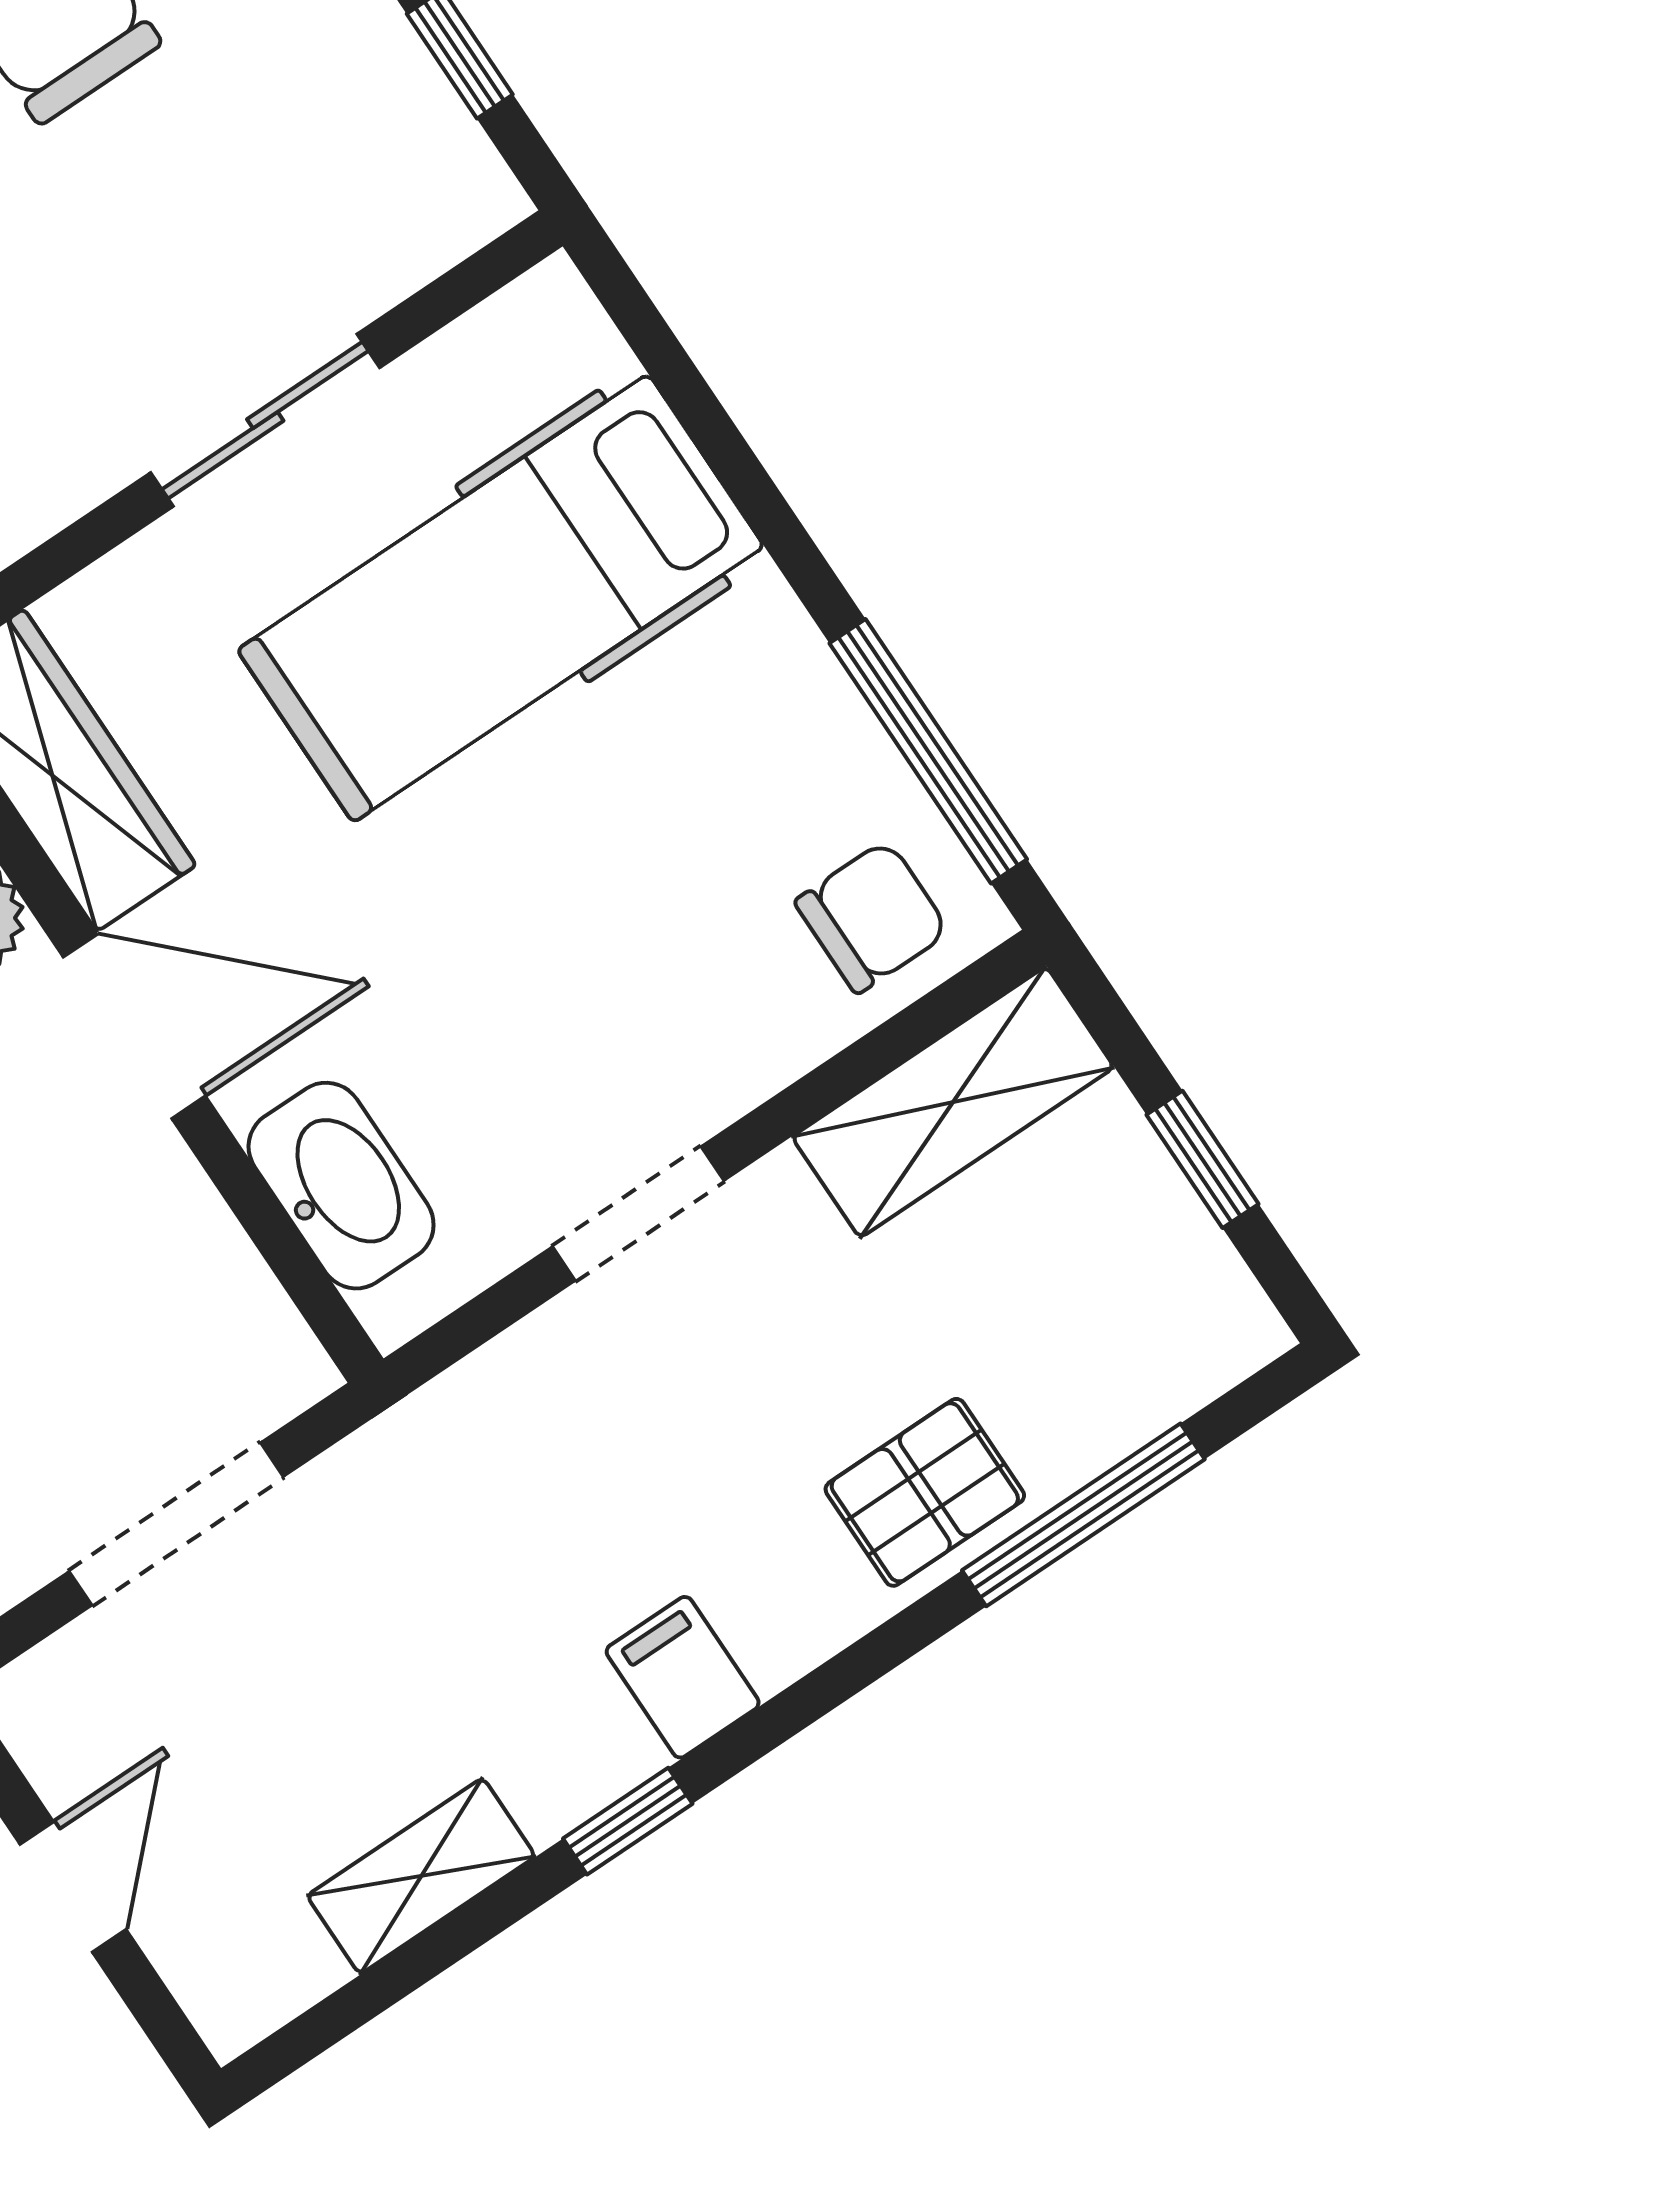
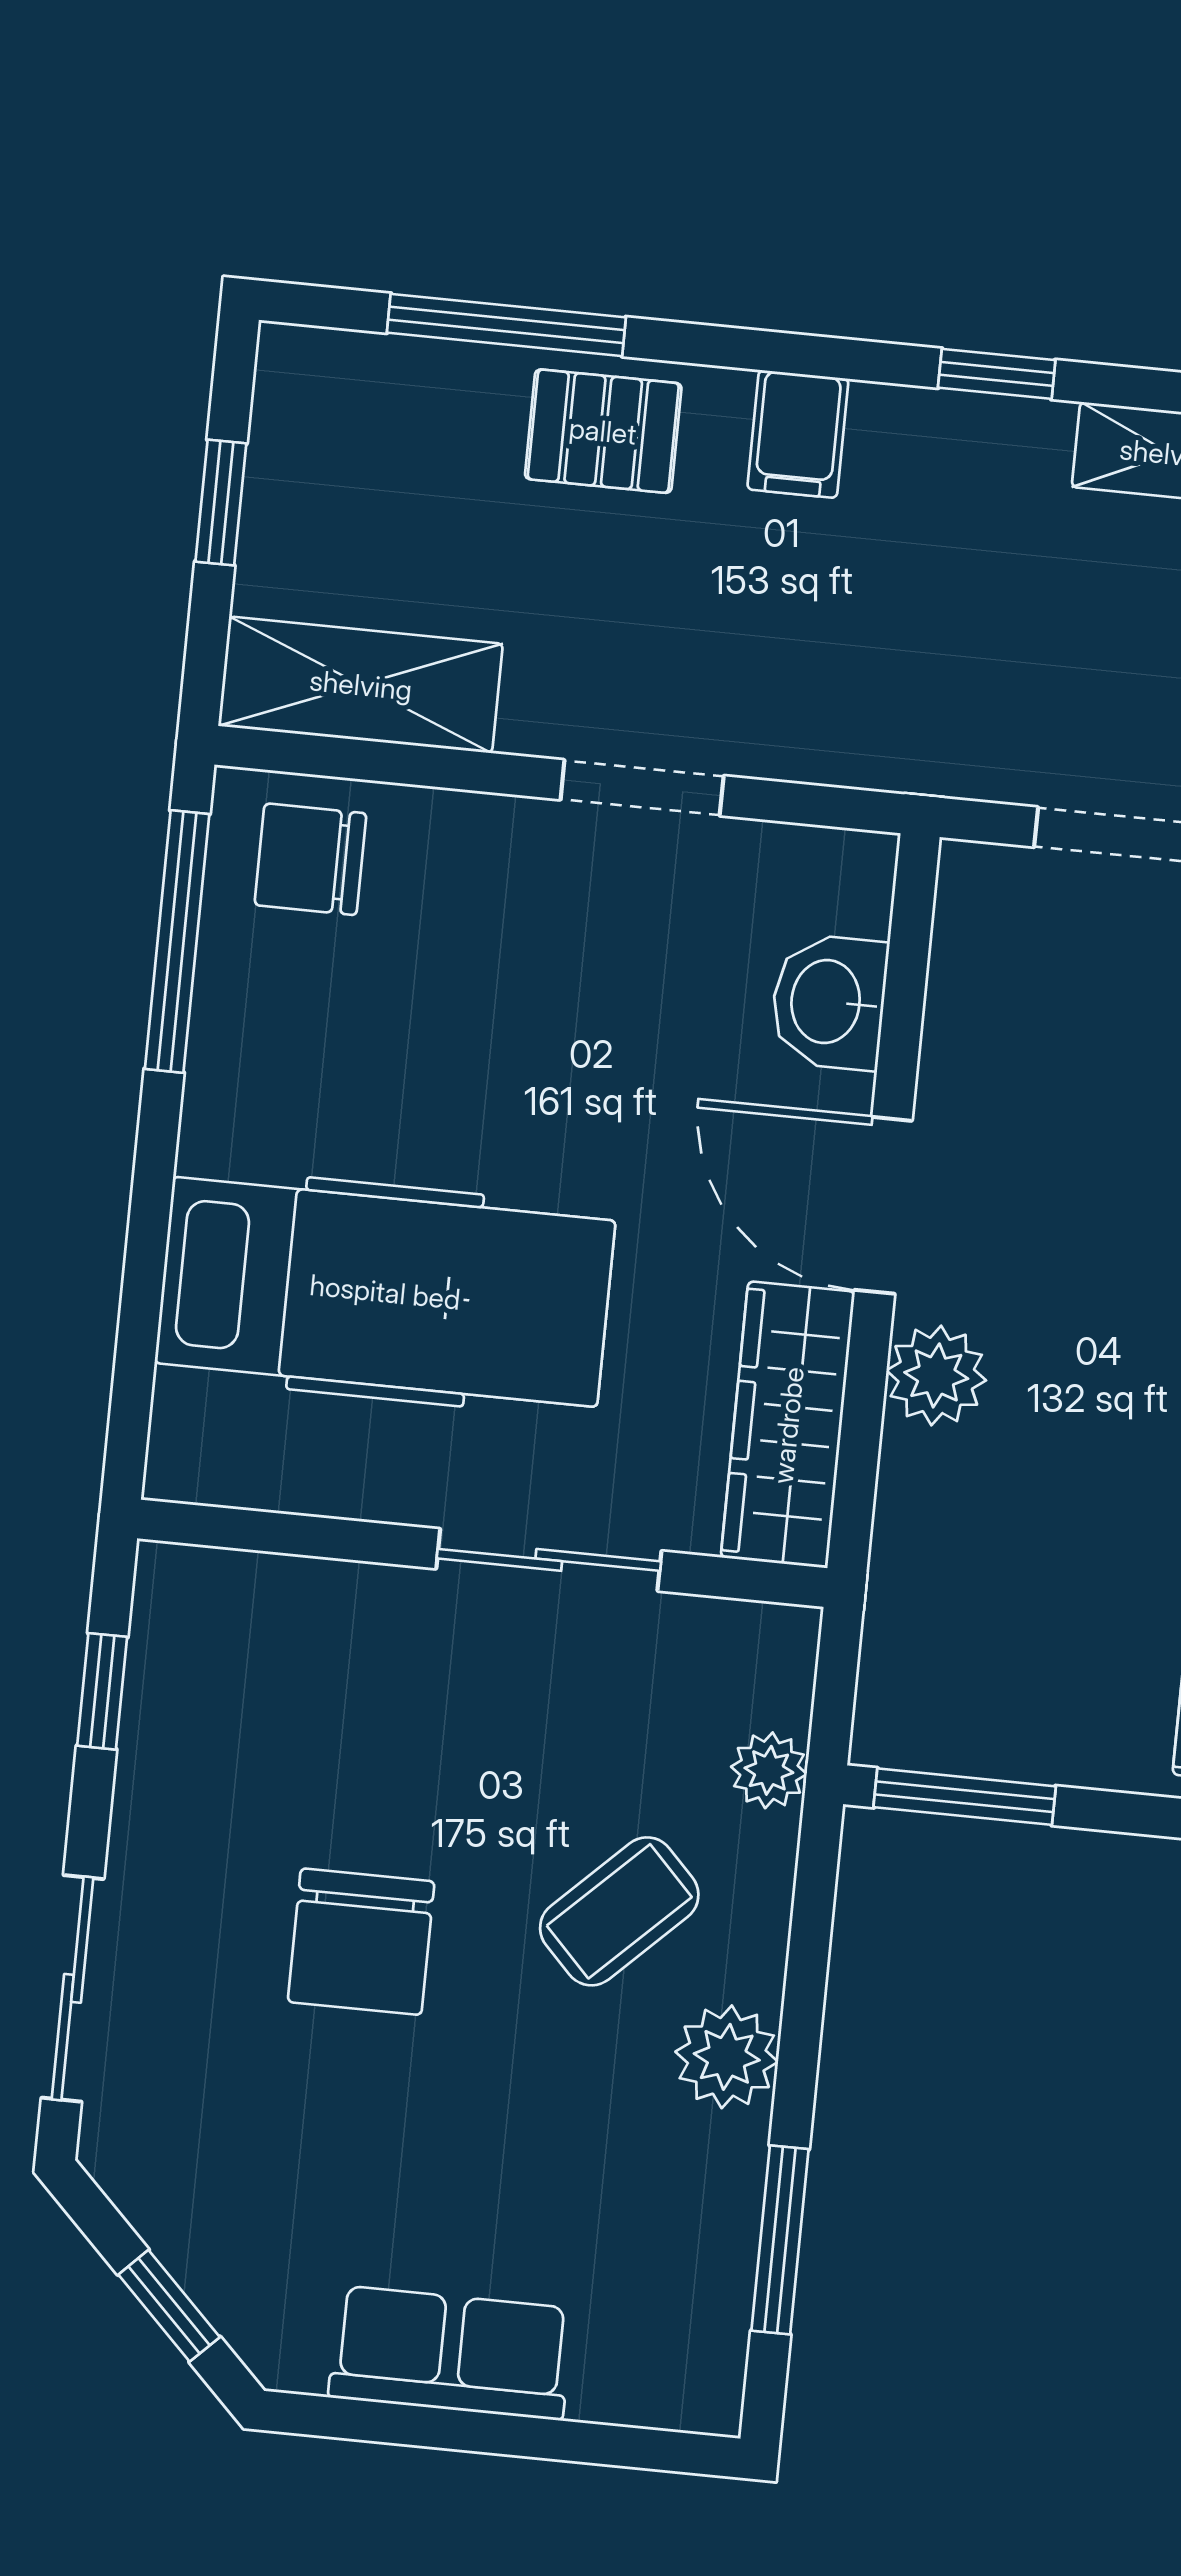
sliding door: (265, 420) -> (549, 1560), moved
washbasin: (341, 1186) -> (829, 1002), width x0.72
filing cabinet: (683, 1677) -> (798, 434), moved

